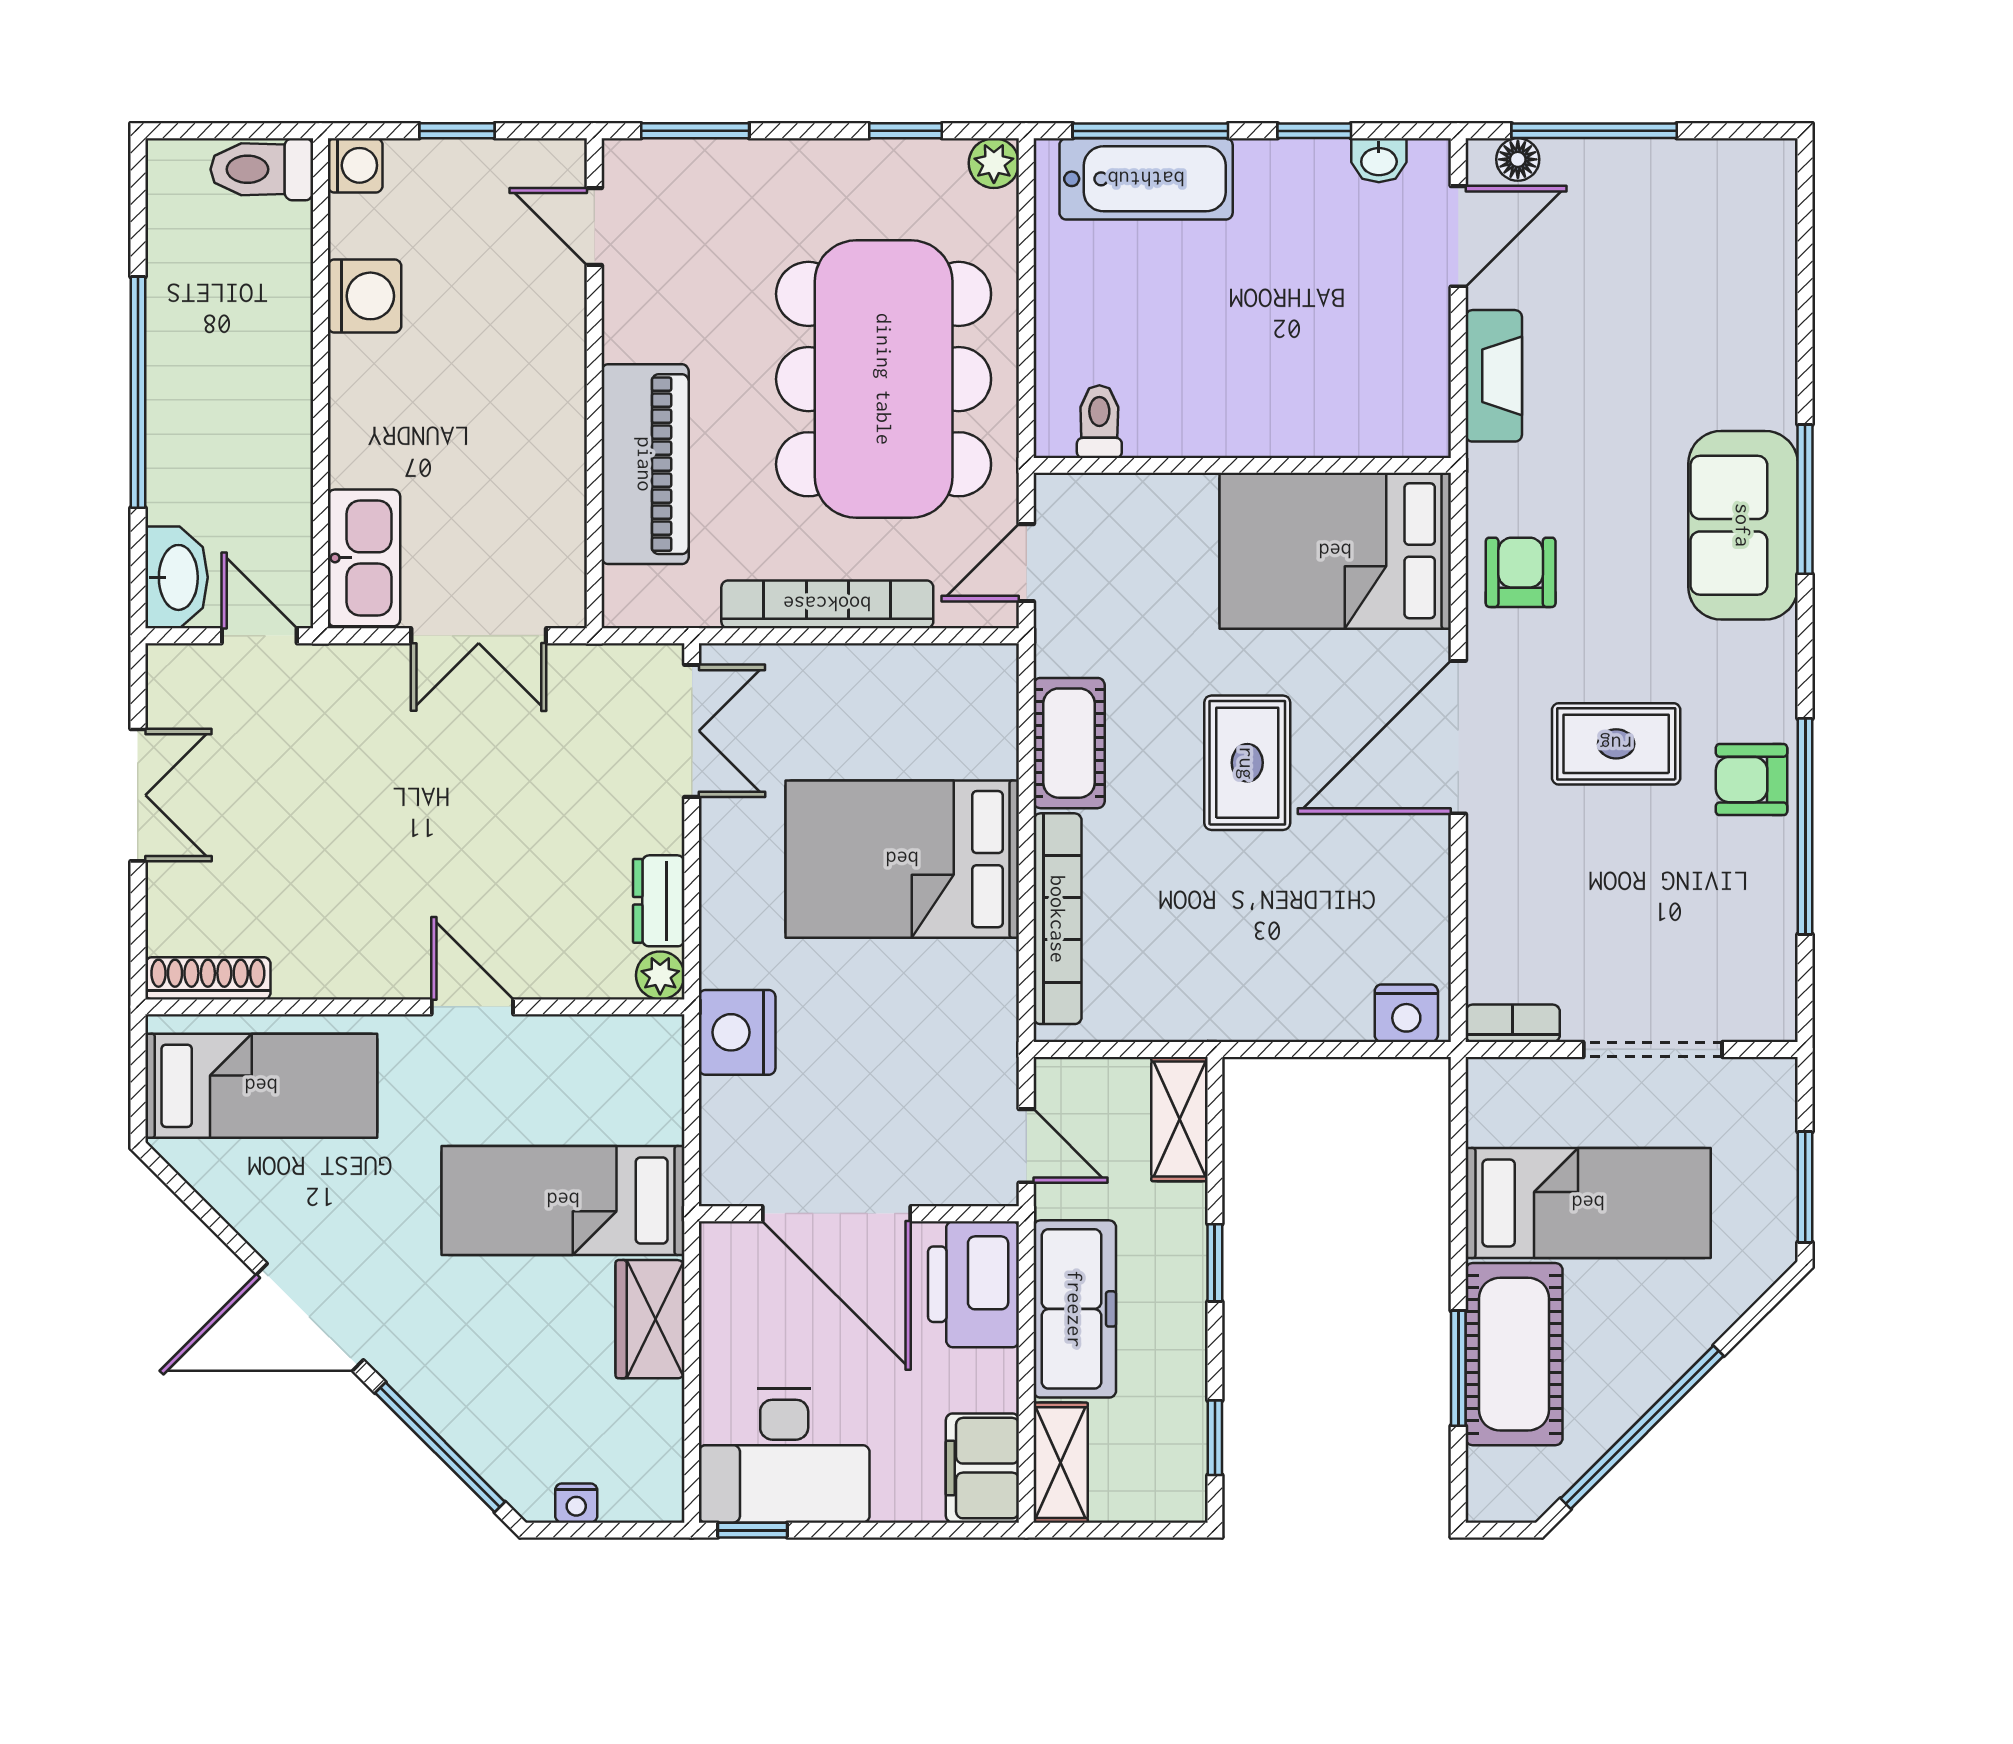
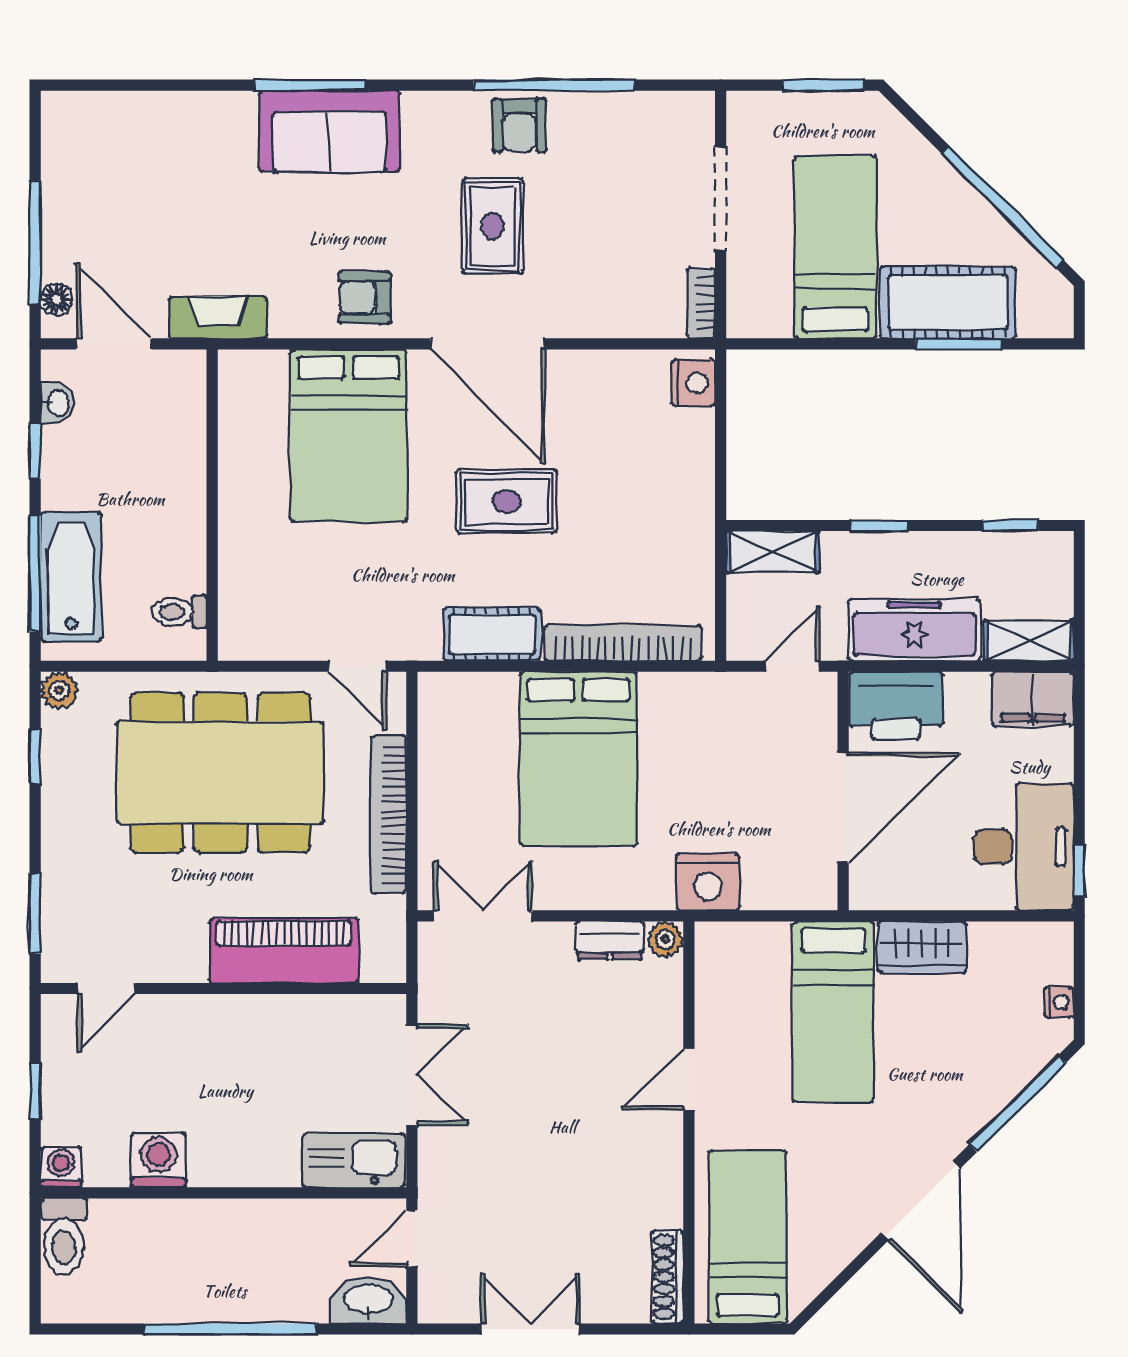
toilet: (1099, 422) -> (180, 612), moved
wall: (1242, 465) -> (212, 505), moved

